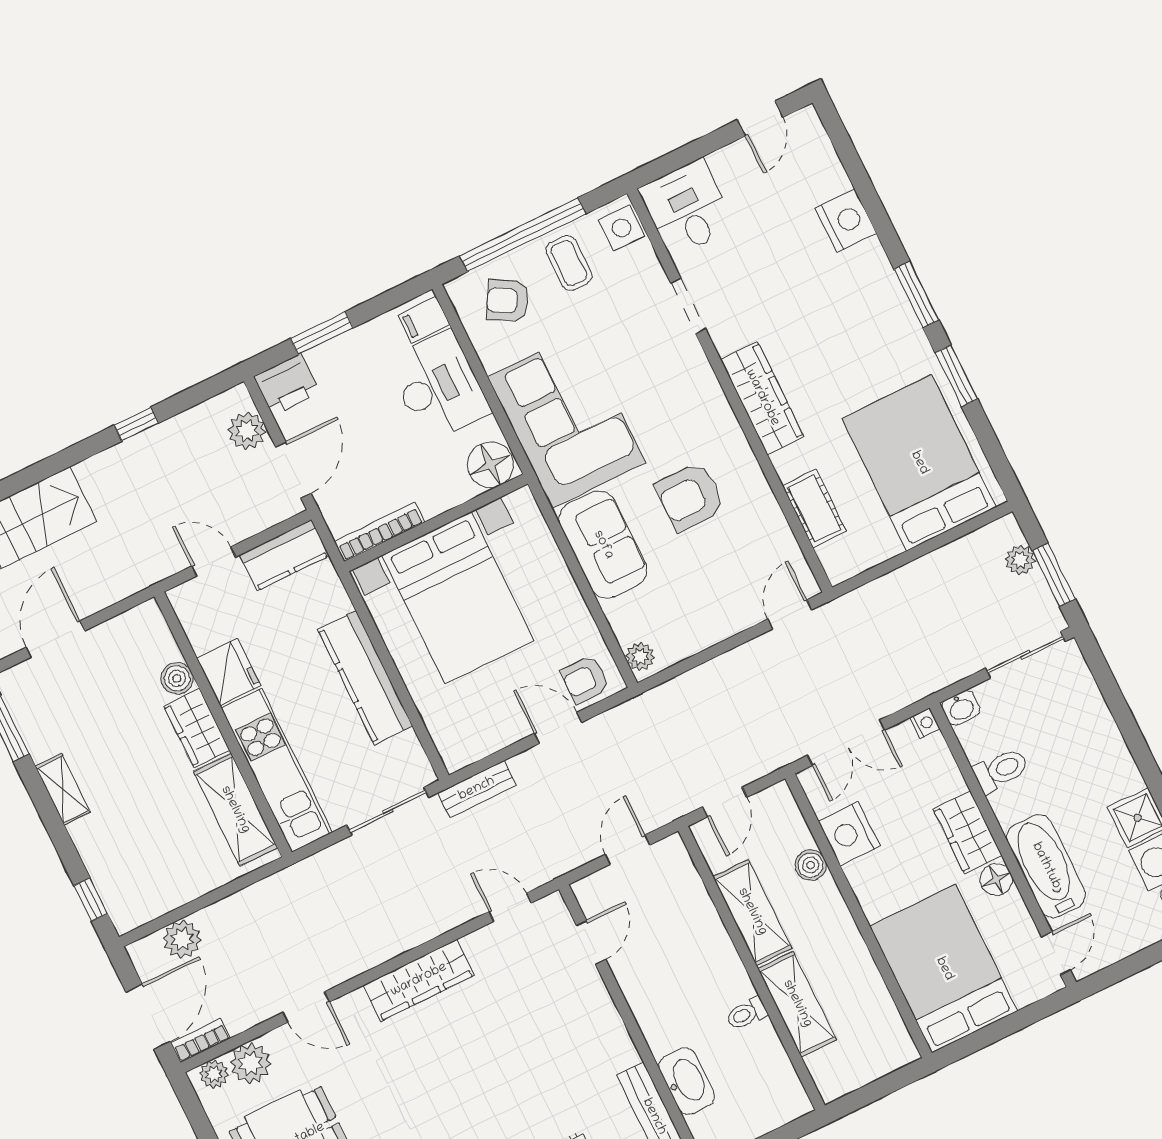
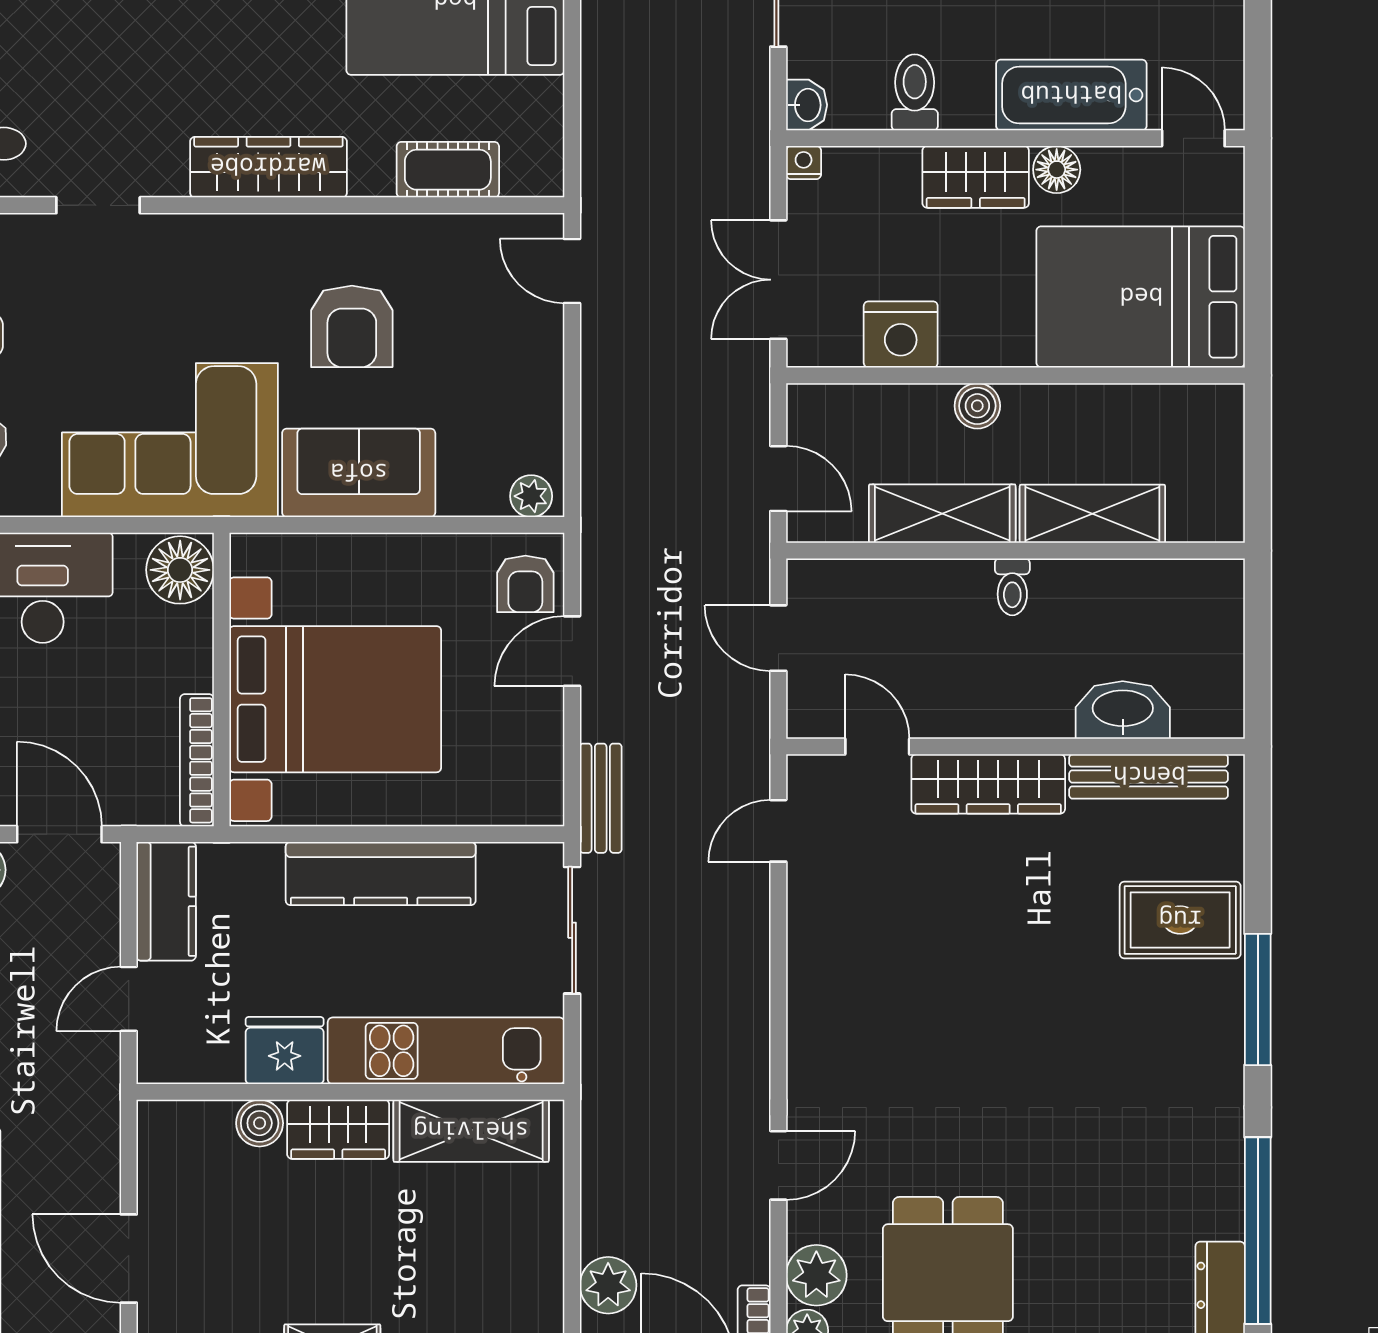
double door: (846, 743) -> (778, 280), swing flipped
boiler: (811, 865) -> (977, 406), moved
wardrobe: (419, 980) -> (988, 784), moved, turned 90
toilet: (746, 1014) -> (1012, 587), moved

